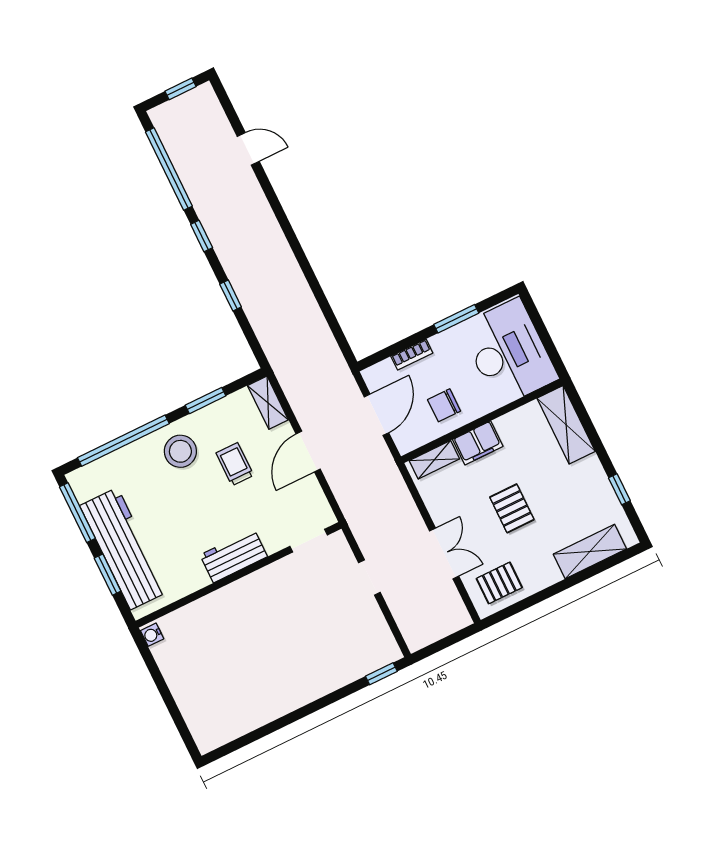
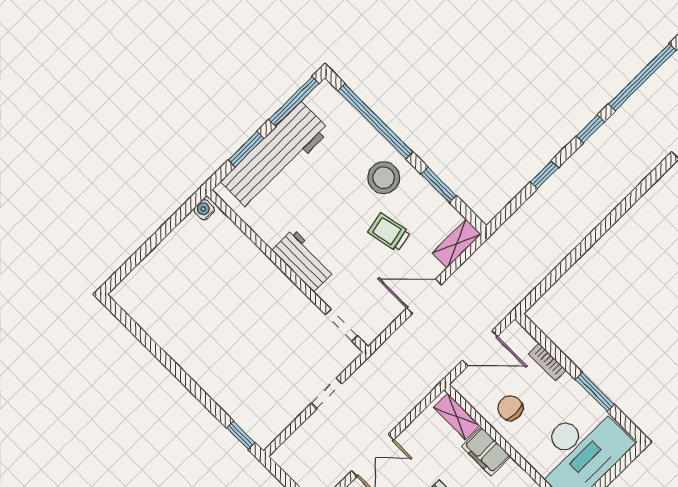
trolley: (235, 464) -> (389, 232), turned -102

